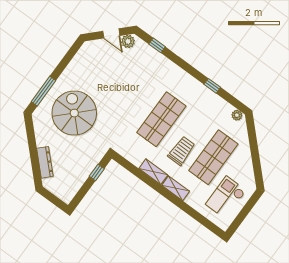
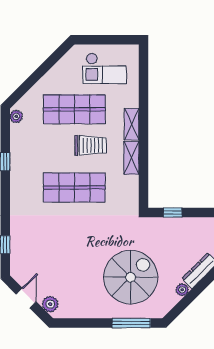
plant: (128, 41) -> (50, 304), moved
spiral stairs: (74, 113) -> (131, 277), turned 180
plant: (41, 141) -> (182, 290), added
trolley: (181, 151) -> (91, 145), turned 180

